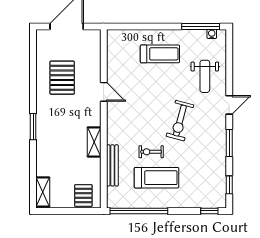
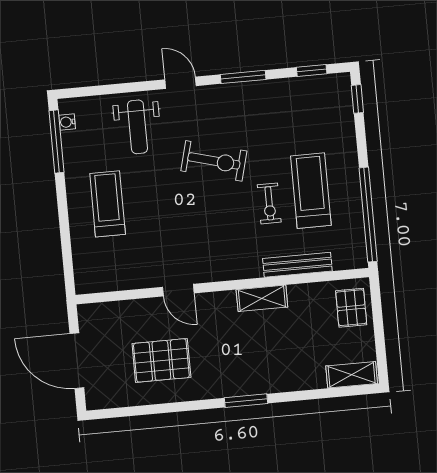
weight bench: (205, 76) -> (137, 127), turned 90
door: (104, 92) -> (178, 290), swing flipped
pallet: (83, 196) -> (351, 308), turned 90

